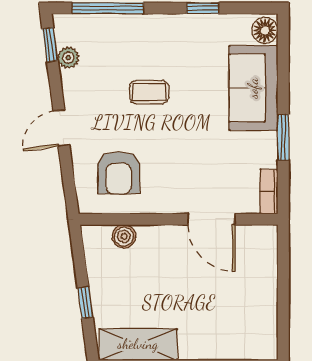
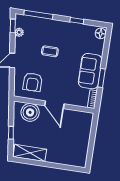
sofa: (253, 88) -> (90, 71), moved
door: (211, 219) -> (54, 105), moved
boiler: (124, 236) -> (30, 112), width x1.86, depth x1.86

